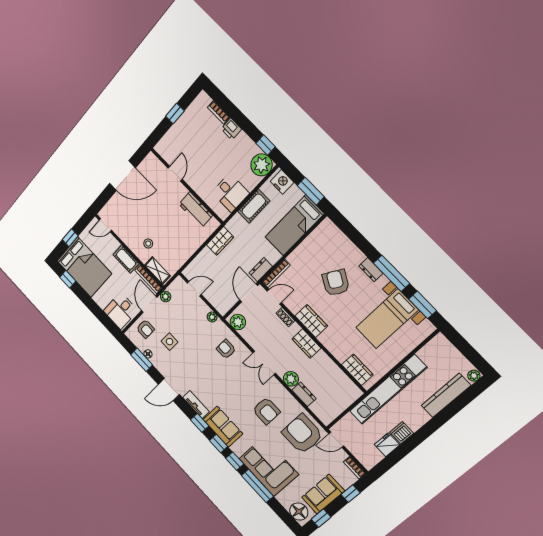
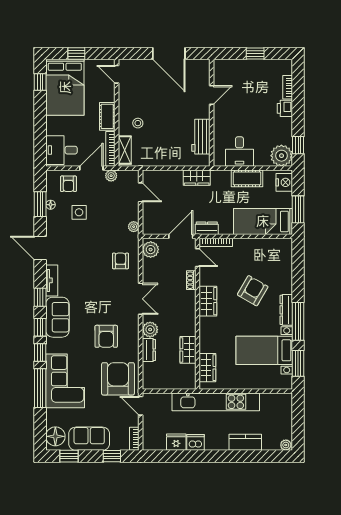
dresser: (371, 270) -> (286, 310), width x1.44
wardrobe: (306, 343) -> (188, 350), moved
double door: (264, 363) -> (141, 299), swing flipped
kitchen counter: (446, 395) -> (245, 442), width x0.67

